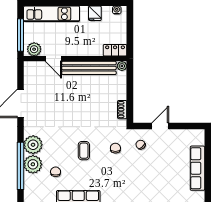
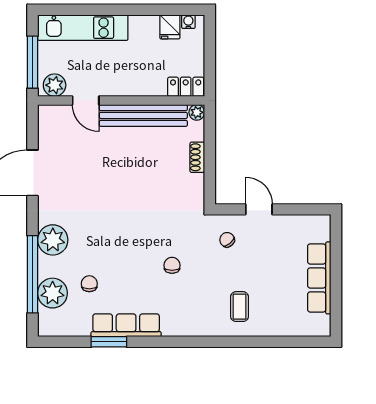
fridge: (95, 13) -> (170, 27), moved
shoe rack: (122, 110) -> (197, 157), moved
door: (160, 126) -> (259, 209), hinge flipped
chair: (115, 148) -> (172, 265), moved
coffee table: (84, 151) -> (240, 307), moved
plant: (33, 164) -> (53, 293), moved

